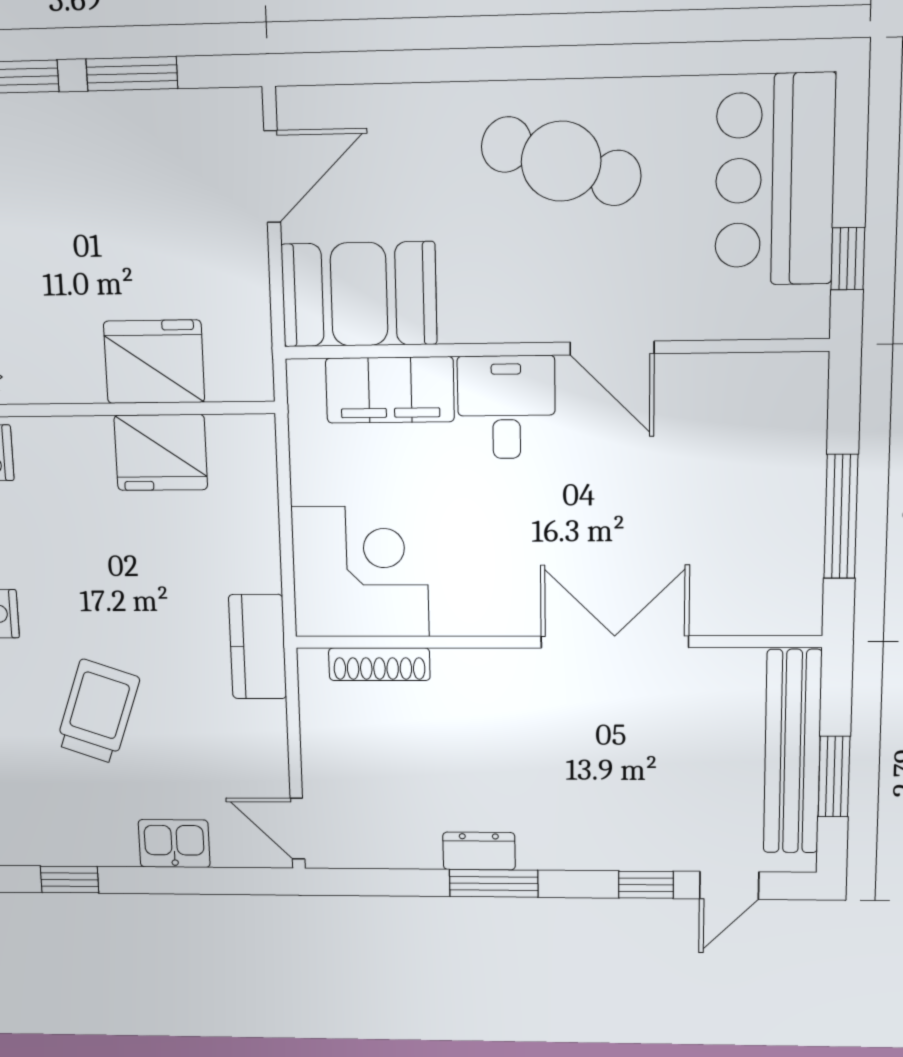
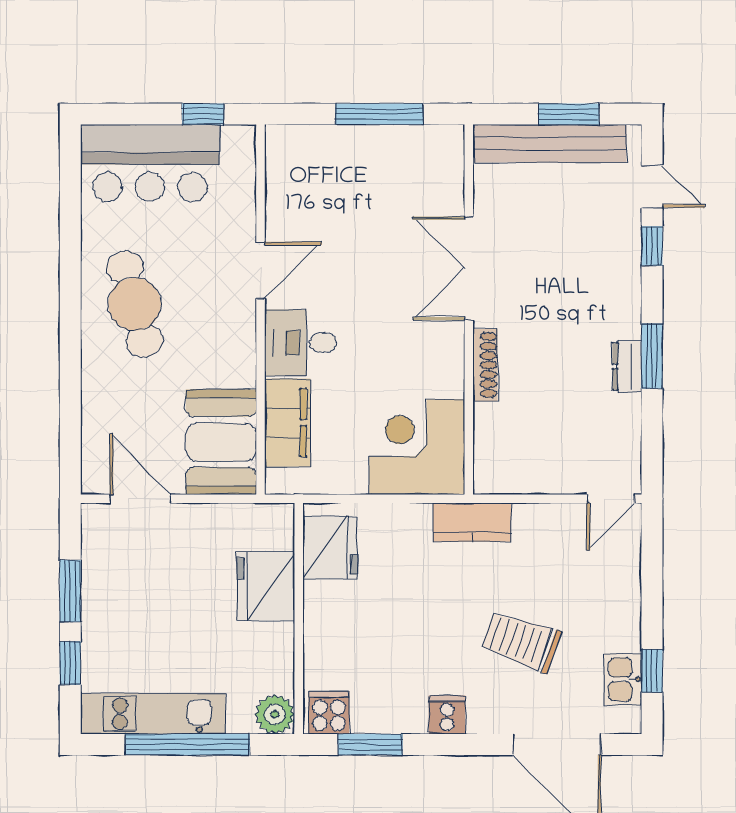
cafe table: (561, 161) -> (135, 304), turned -33
fridge: (161, 453) -> (330, 548), moved
shoe rack: (379, 664) -> (485, 365), moved
kitchen sink: (174, 844) -> (623, 679), moved

